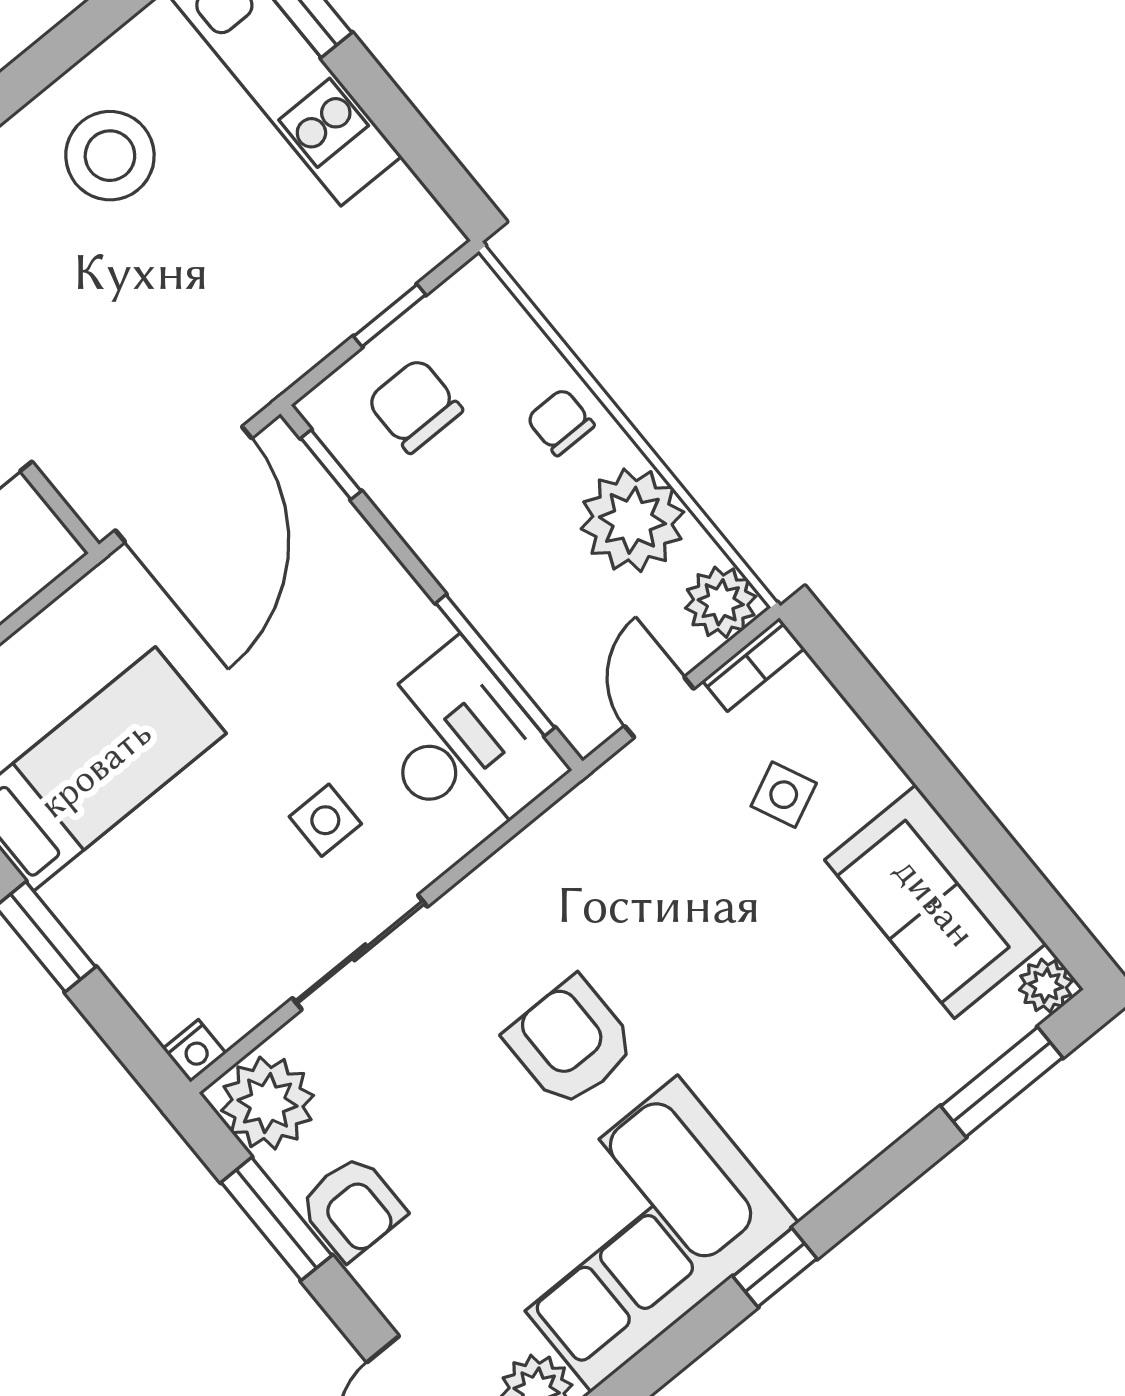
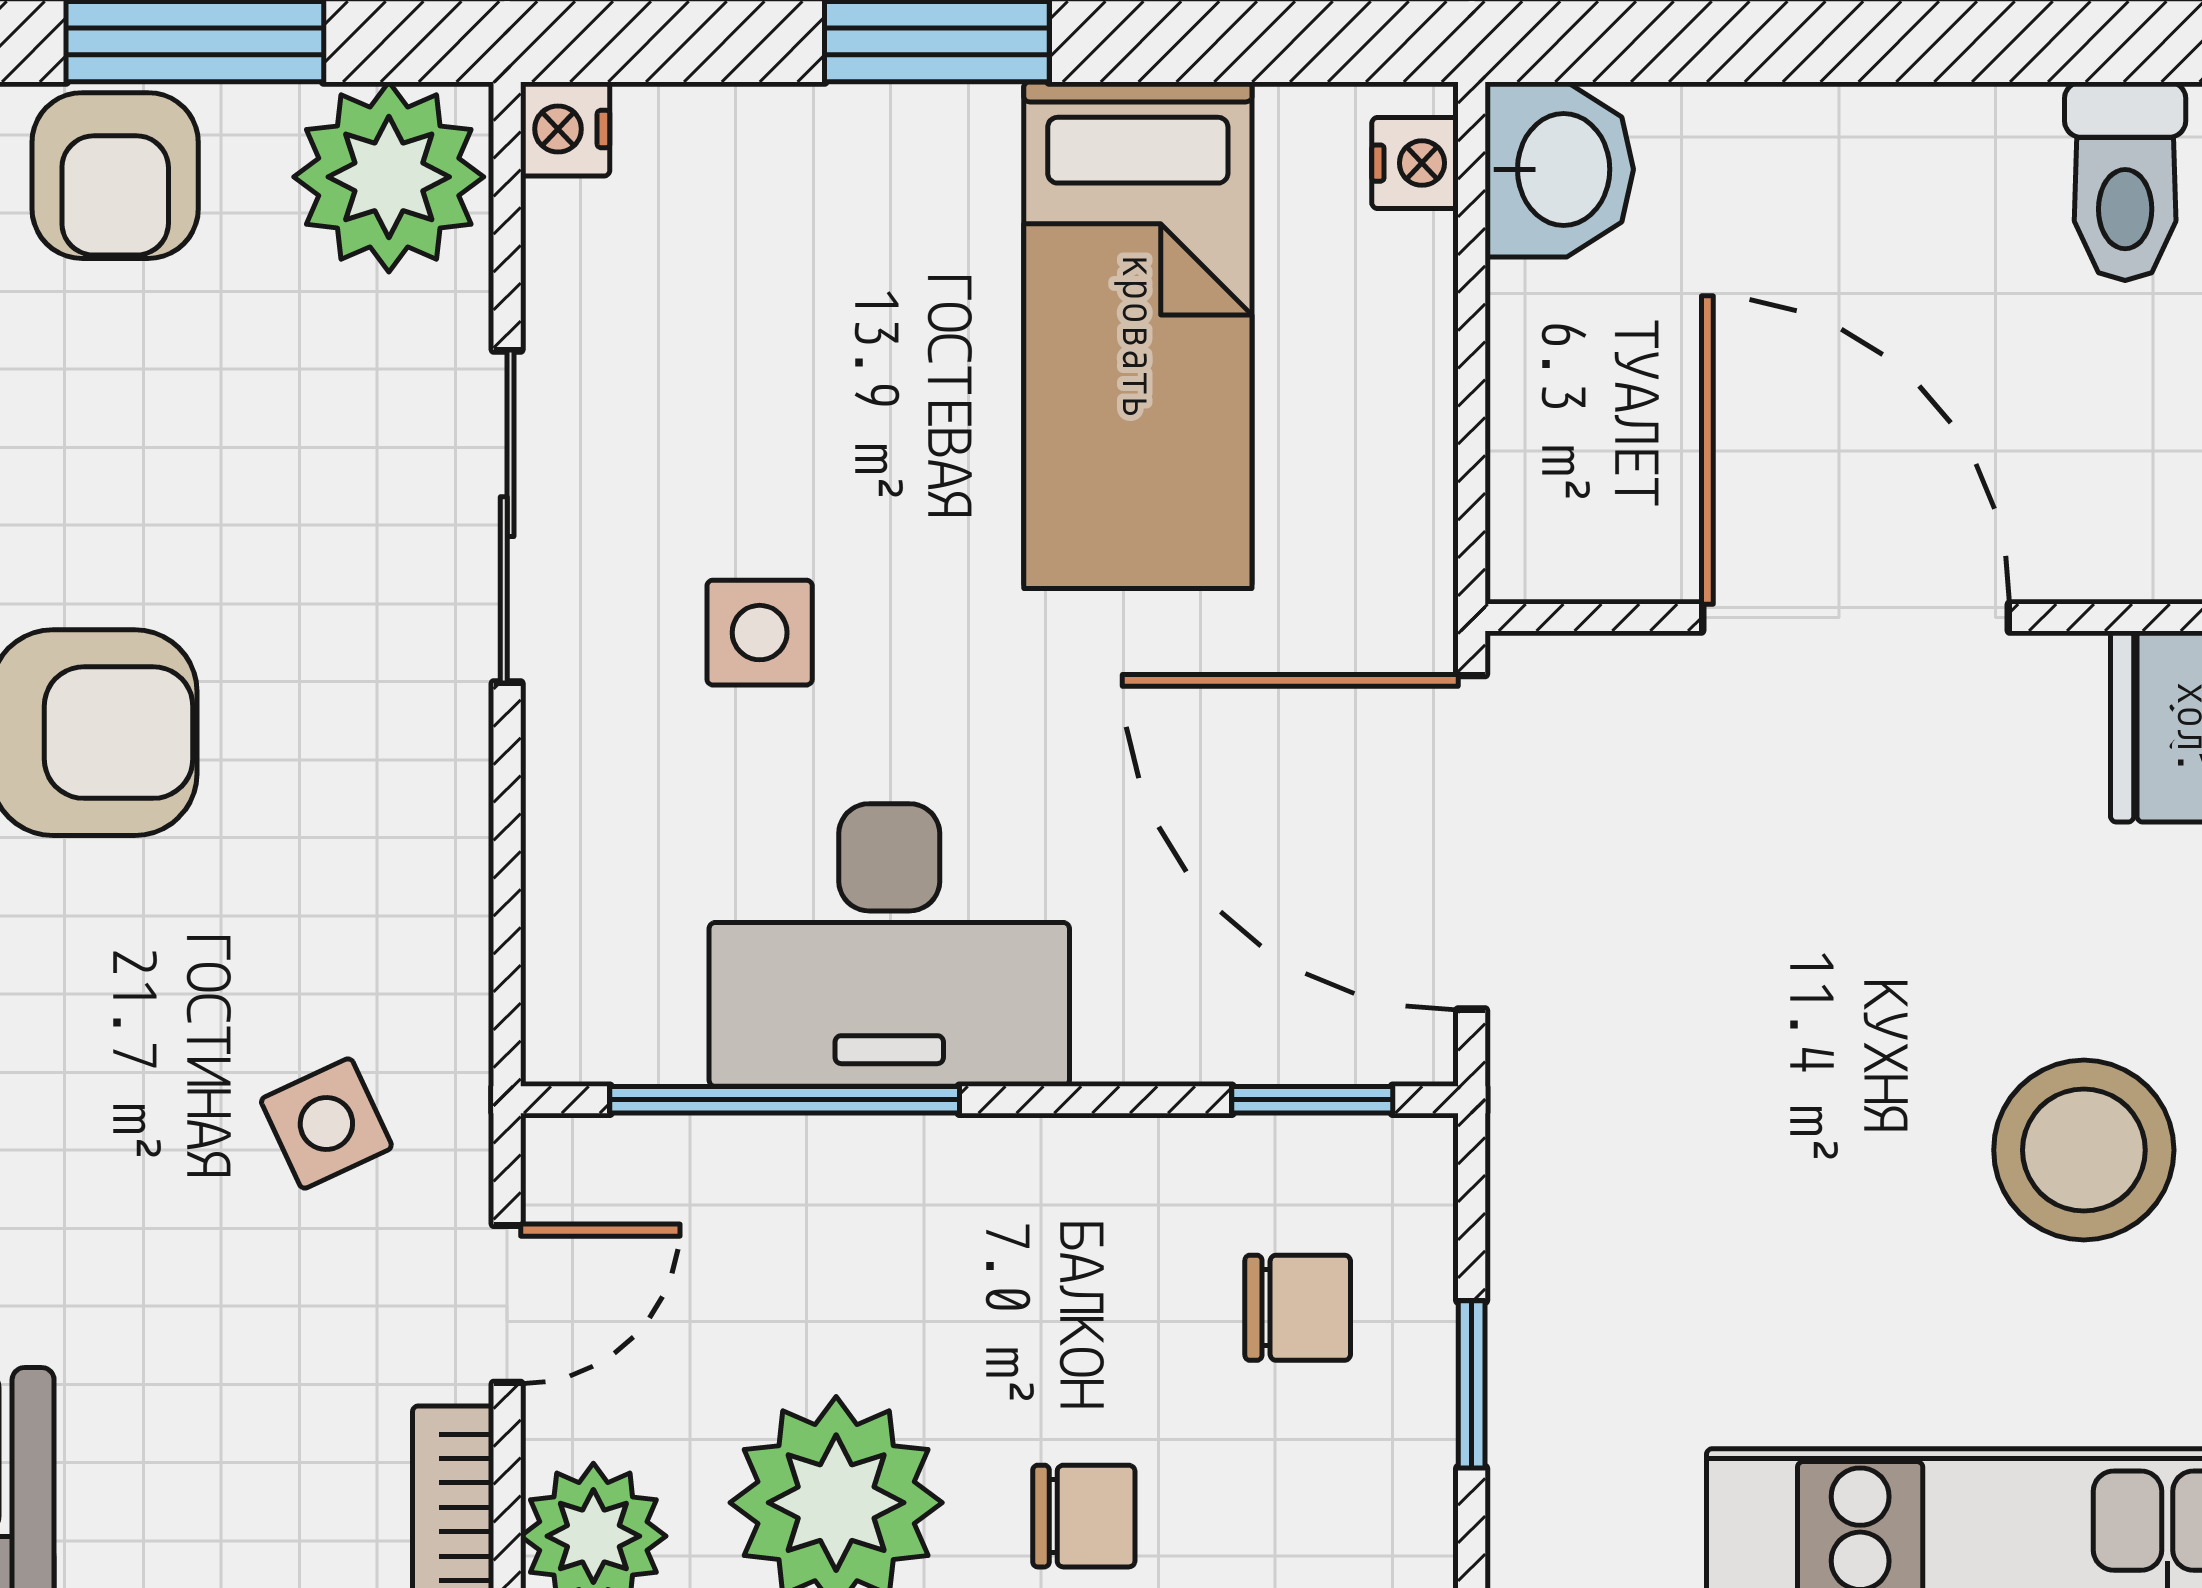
chair: (415, 405) -> (1298, 1308), width x0.73, depth x0.73
door: (659, 707) -> (507, 1304), hinge flipped
desk: (463, 745) -> (889, 945), moved
side table: (784, 795) -> (326, 1123), moved
armchair: (352, 1208) -> (115, 176), turned -90

